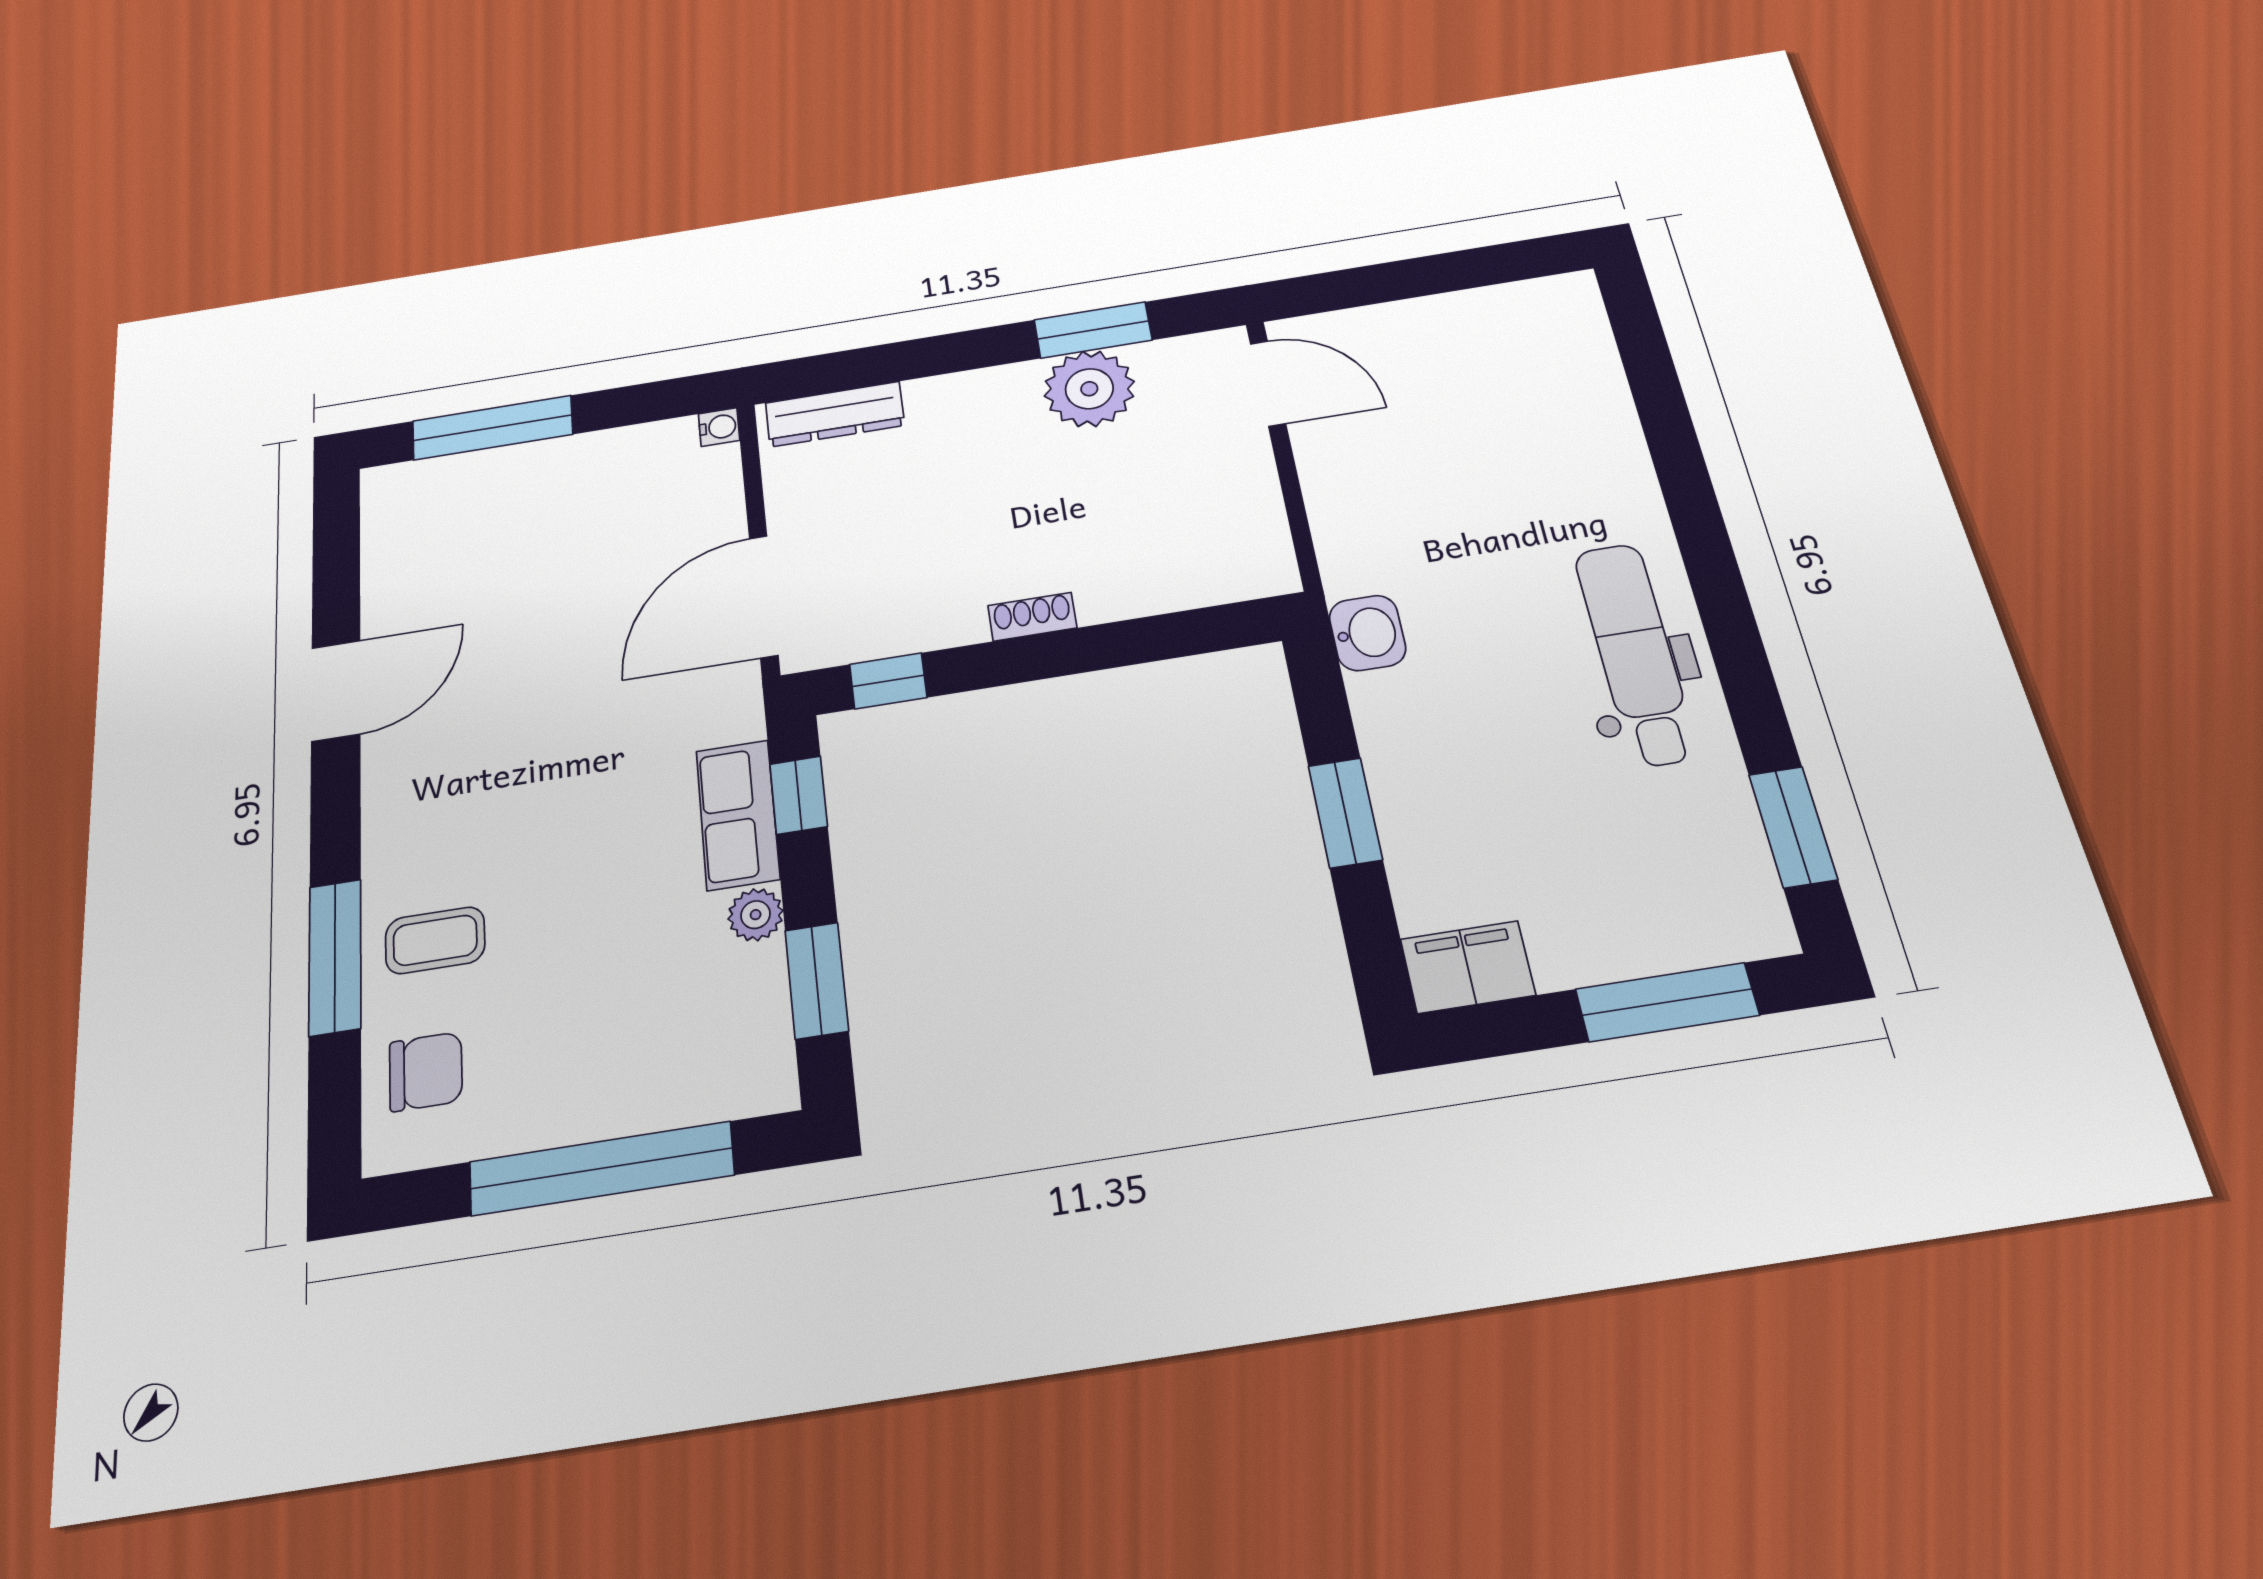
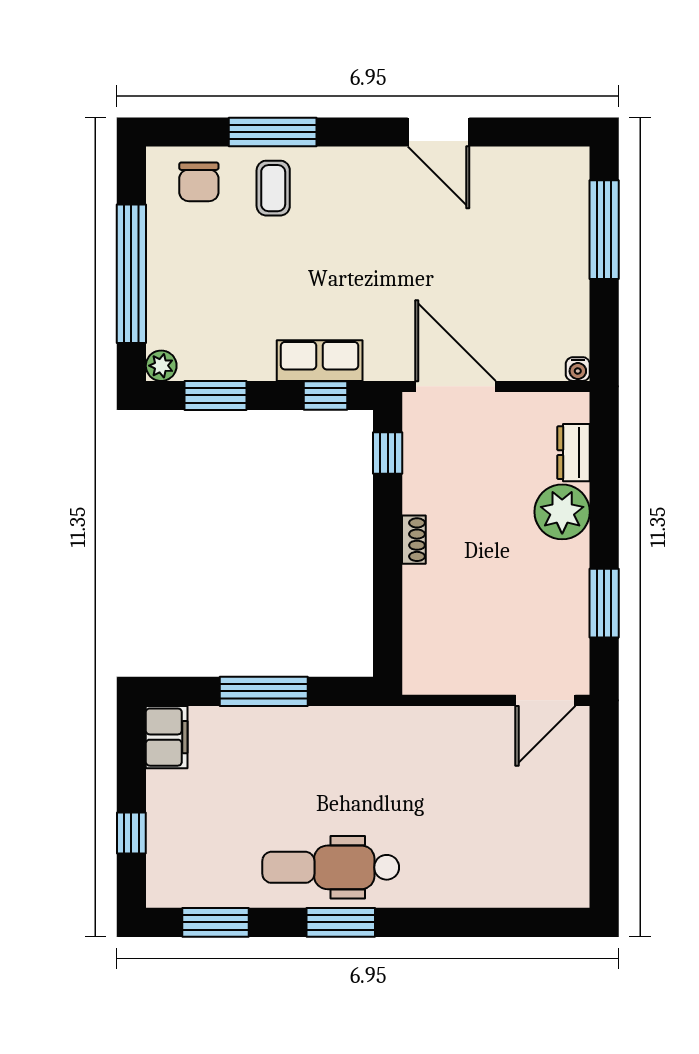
plant: (1089, 389) -> (562, 512), moved
dresser: (835, 414) -> (574, 453), width x0.70
window: (1729, 622) -> (341, 922), added
washbasin: (1367, 633) -> (370, 725), removed
dental chair: (1635, 654) -> (331, 867), turned 180
window: (1345, 813) -> (264, 691), width x1.44
plant: (756, 915) -> (161, 366), moved
window: (1667, 1002) -> (131, 833), width x0.46

